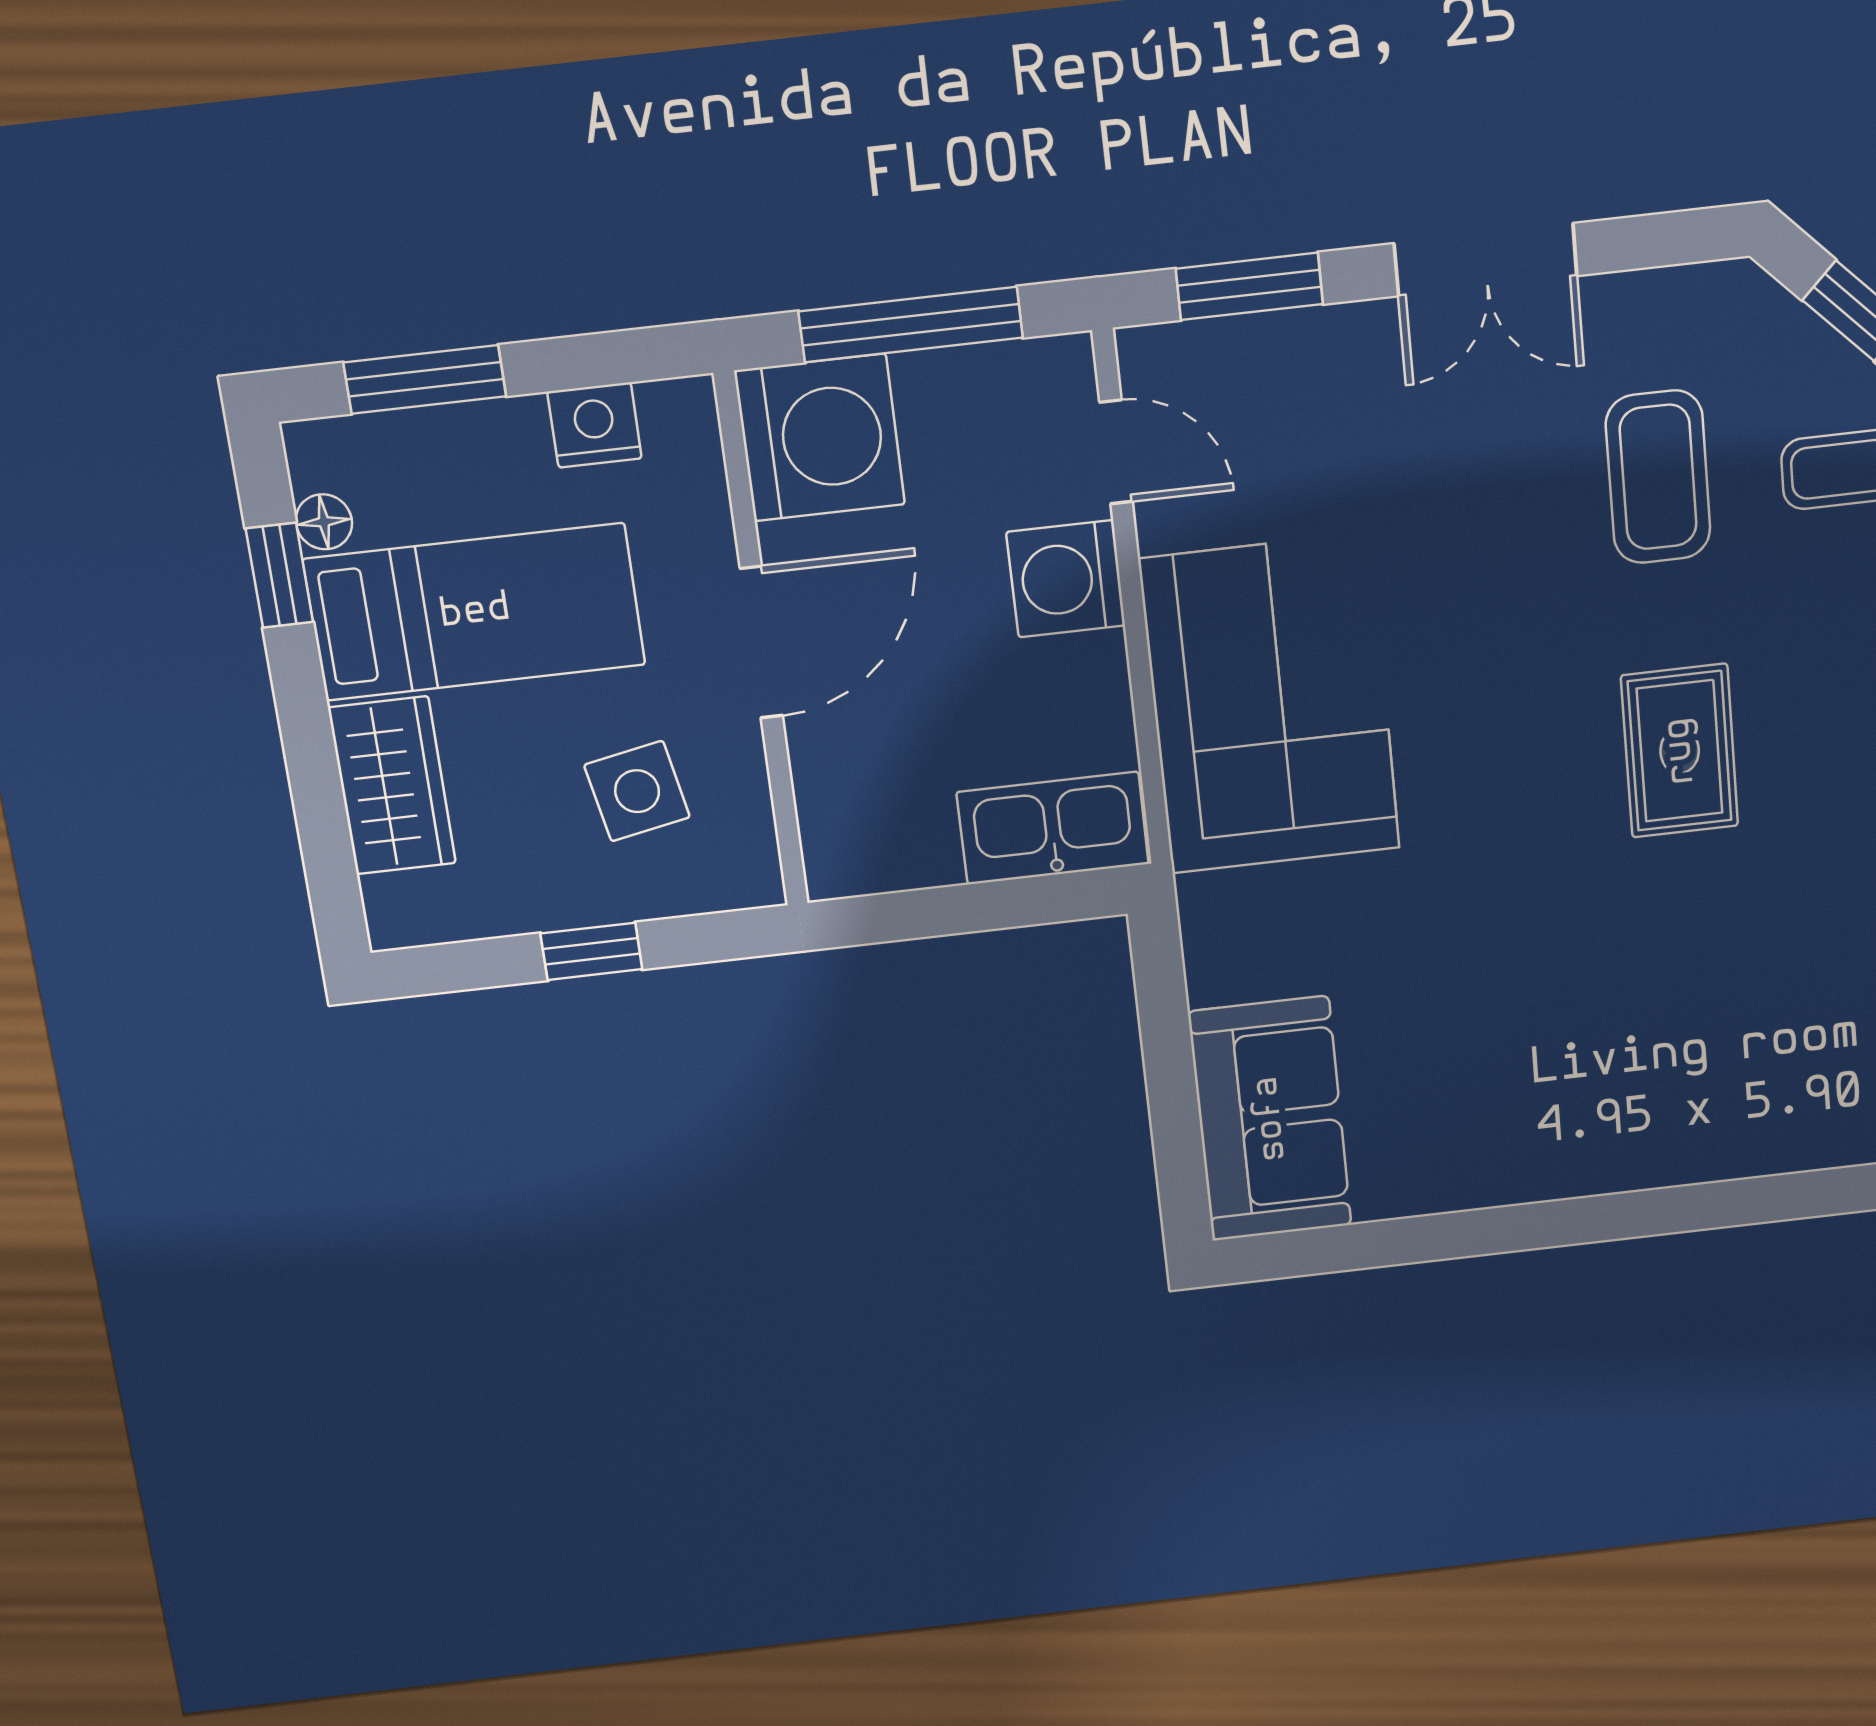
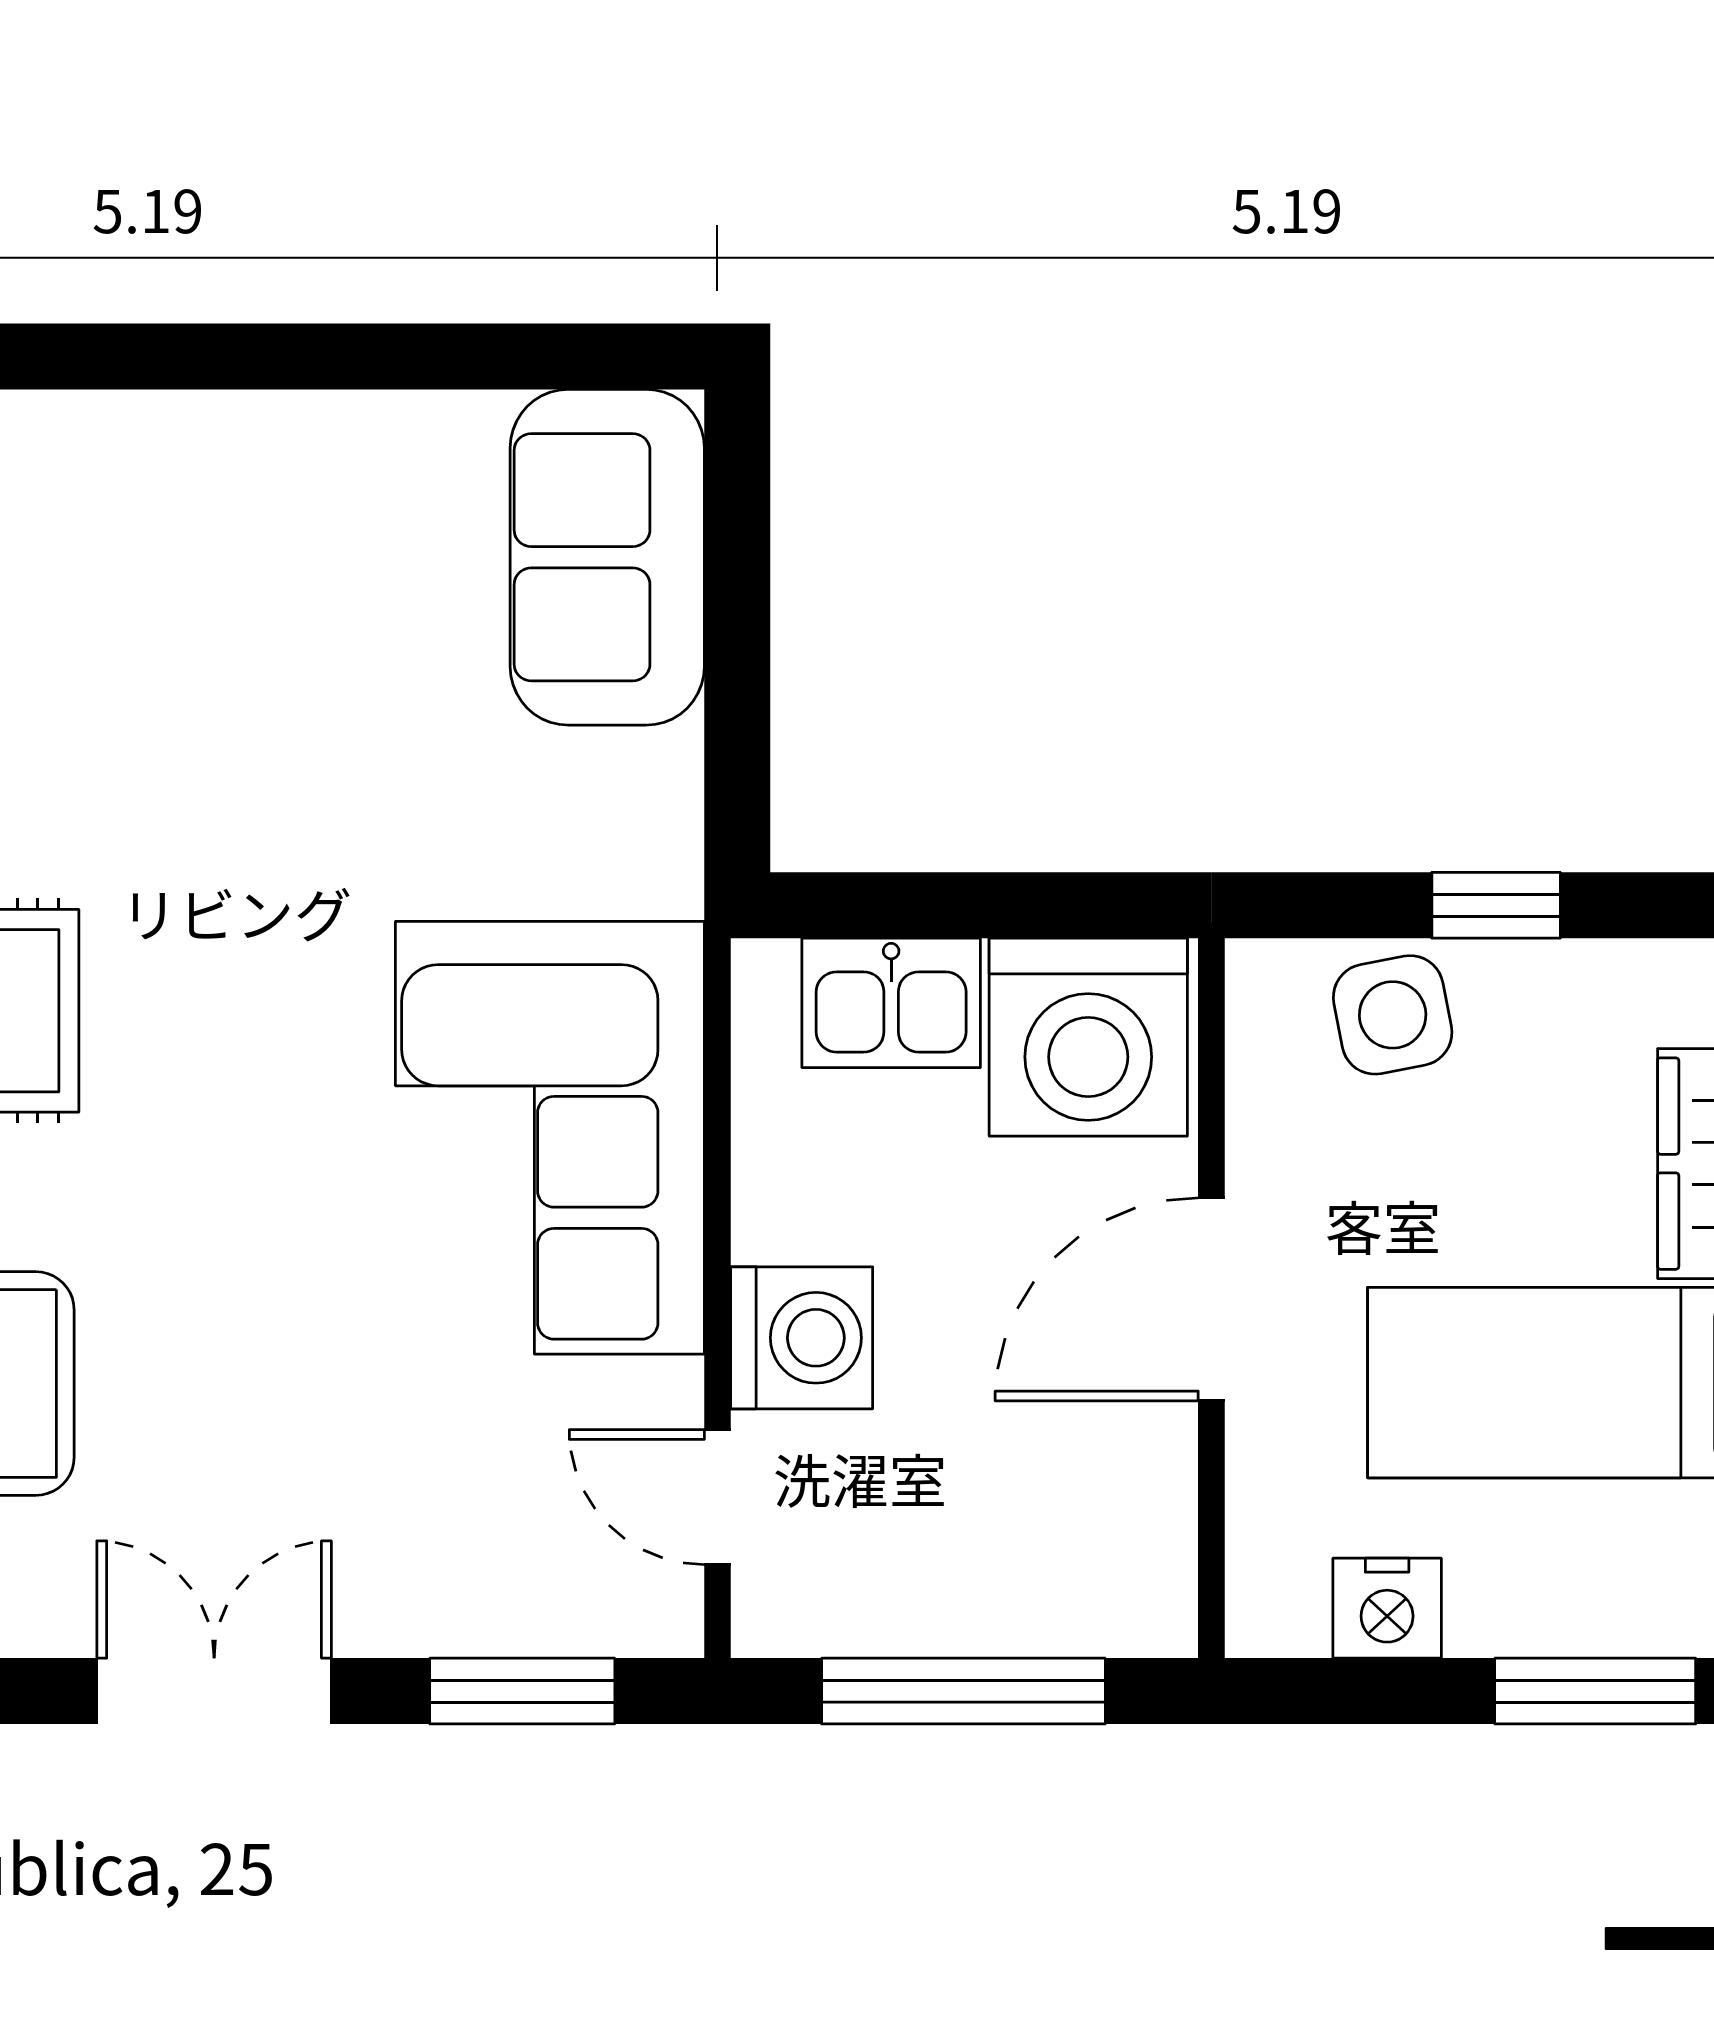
washing machine: (820, 438) -> (1088, 1037), moved, turned -90
side table: (637, 791) -> (1393, 1015), moved
kitchen sink: (1053, 828) -> (891, 1003), width x0.73

